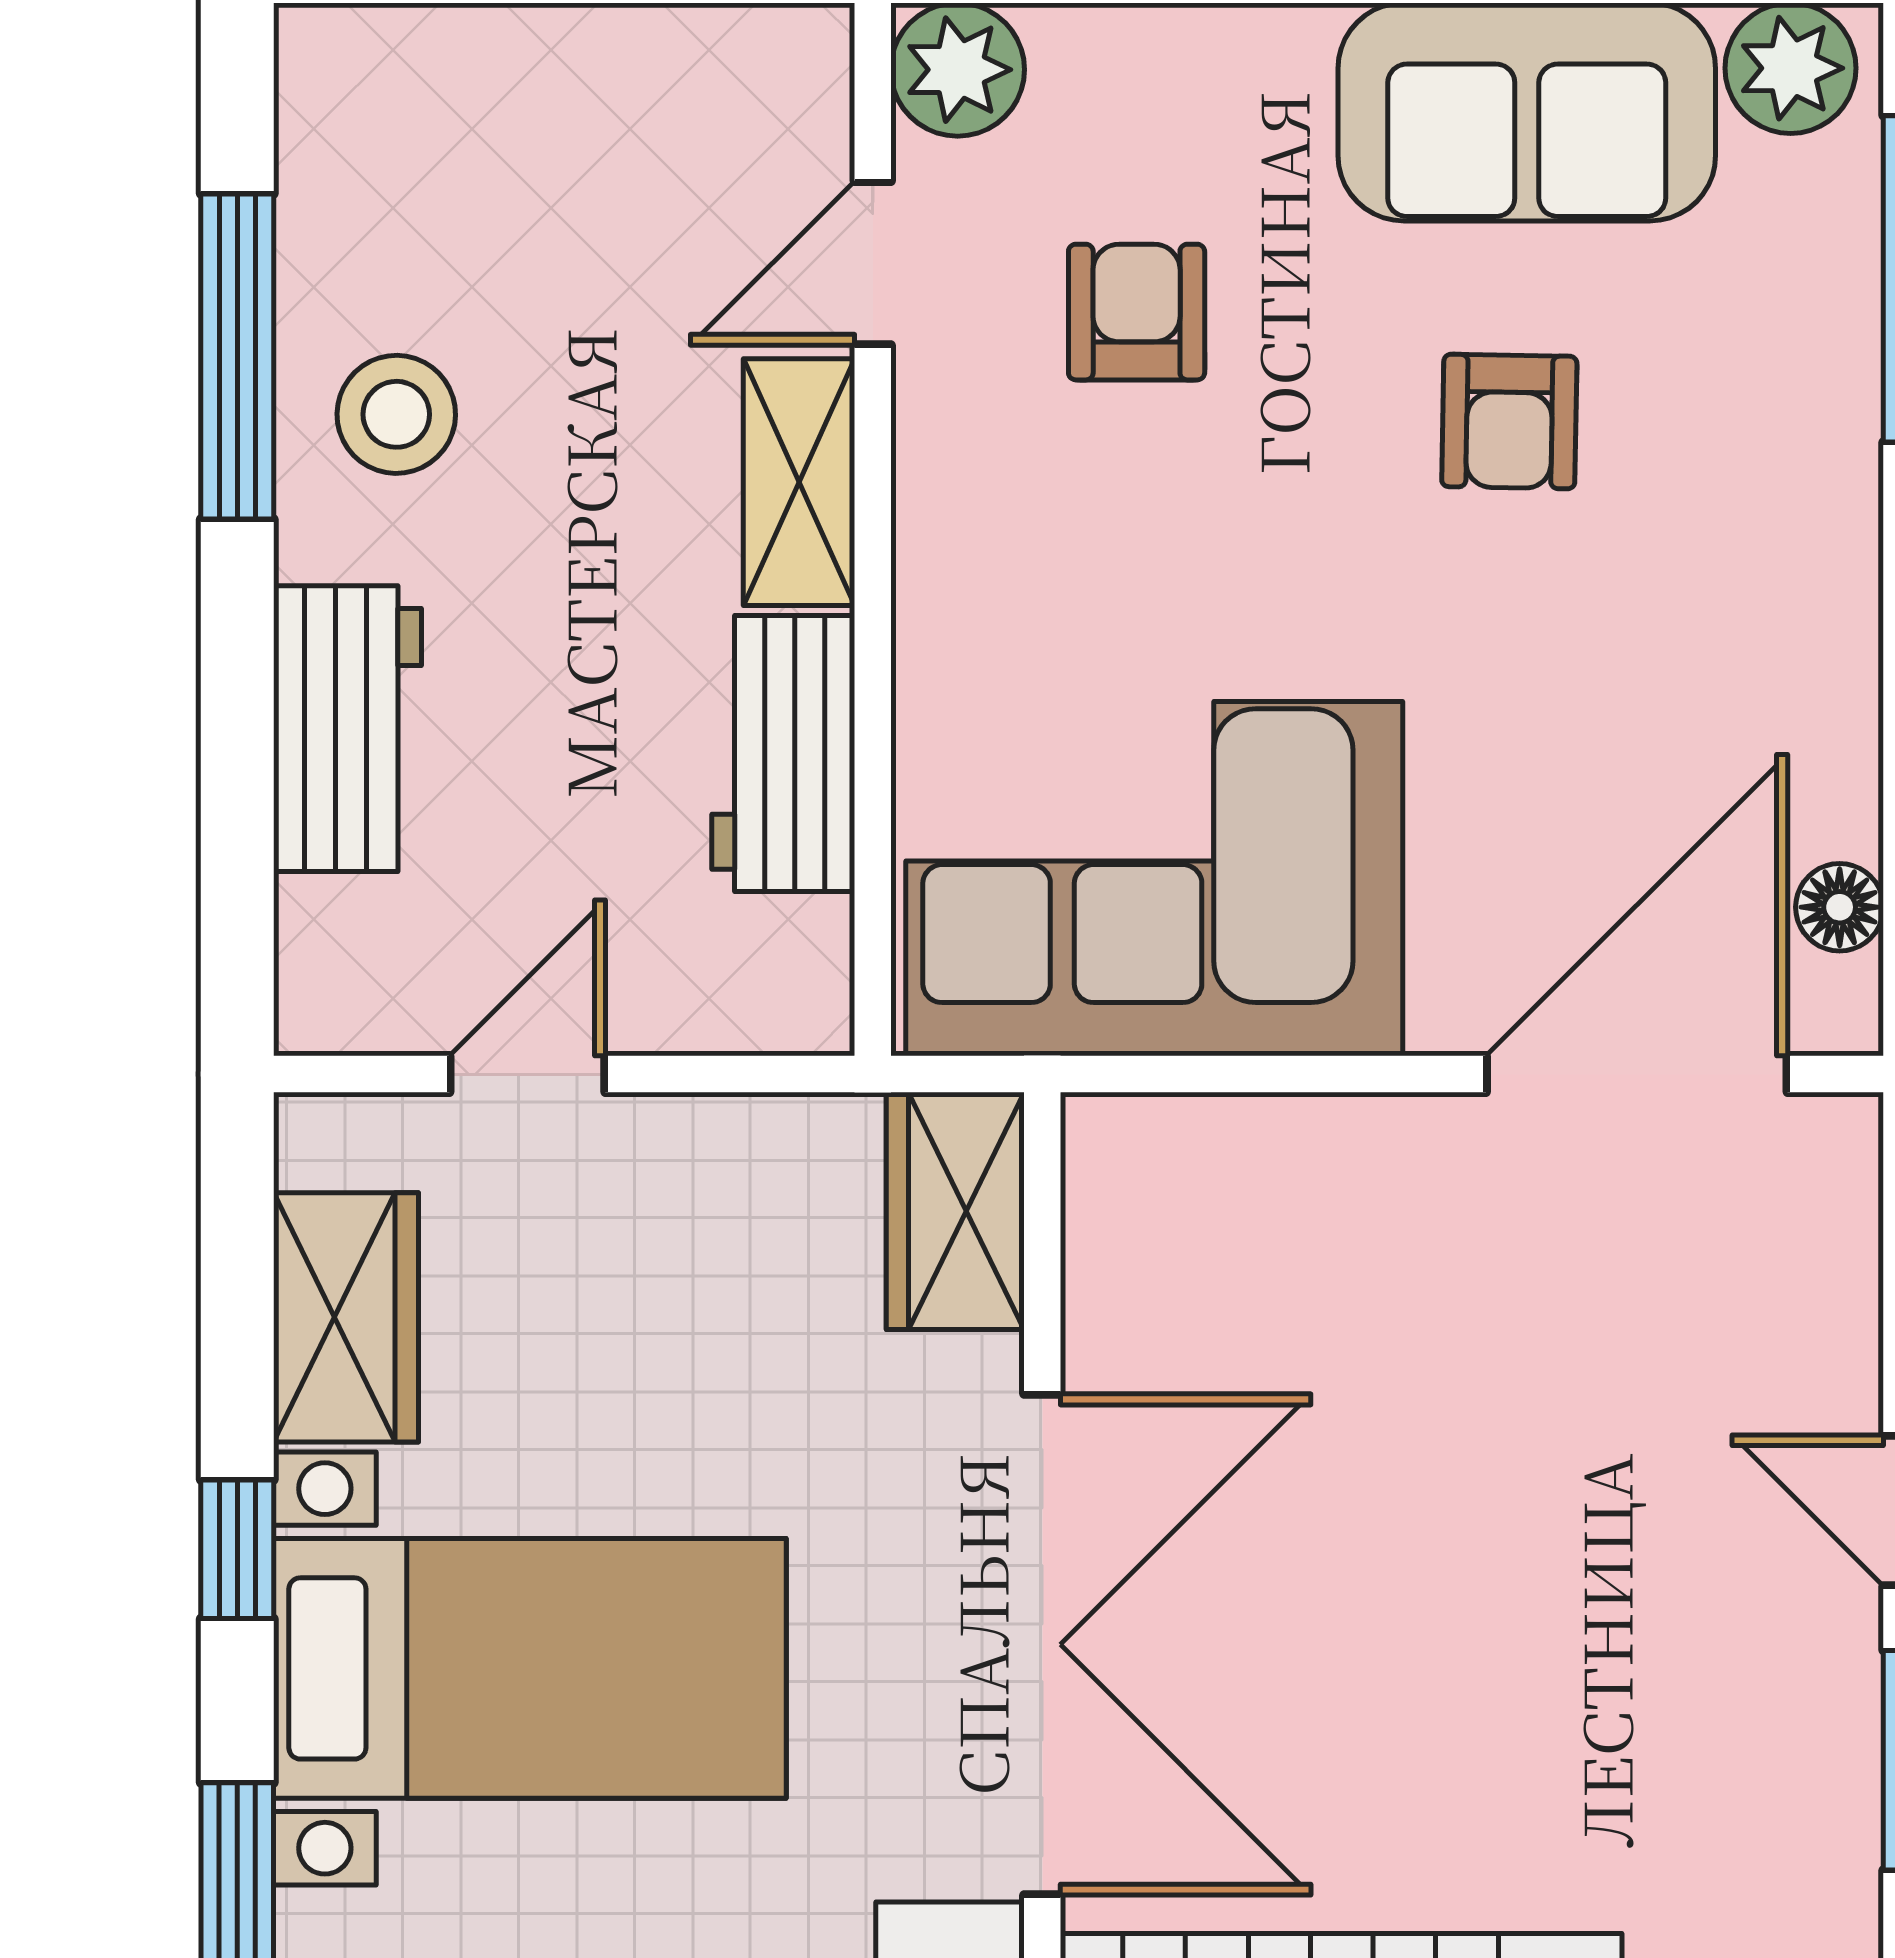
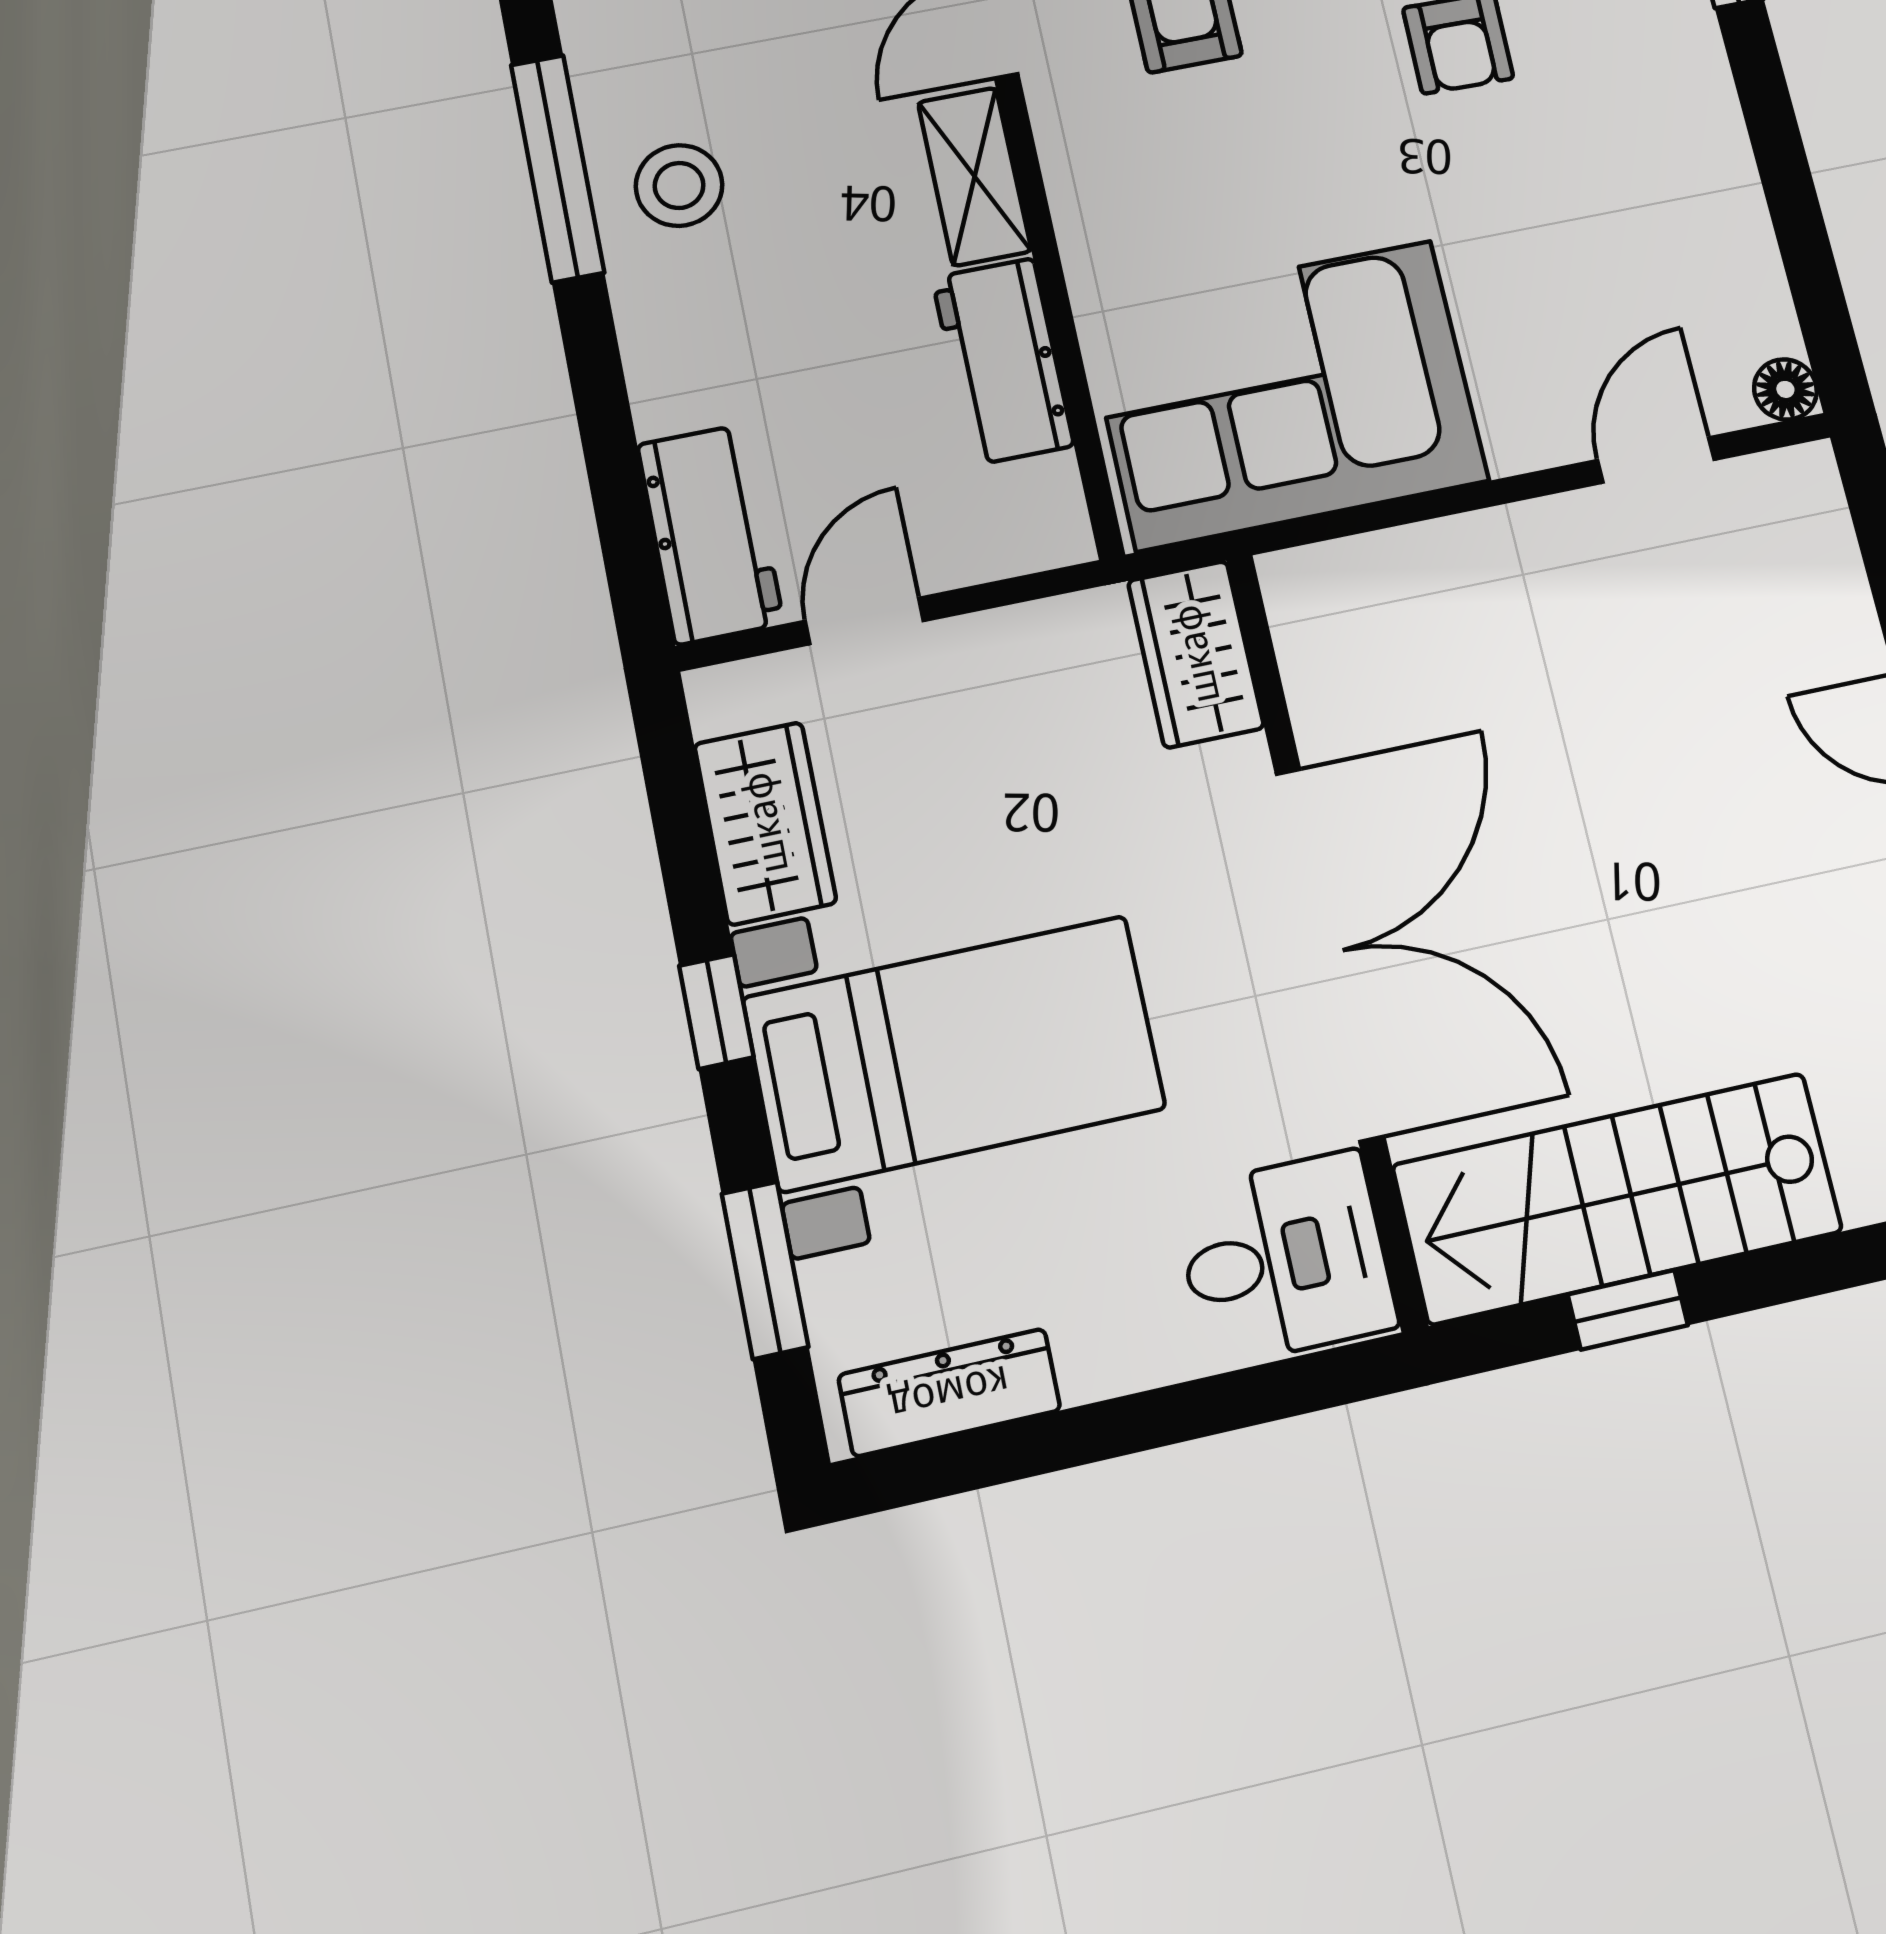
workbench: (348, 729) -> (710, 534), moved
floor lamp: (1840, 907) -> (1785, 389), moved
door: (1637, 1074) -> (1656, 460), width x0.53

